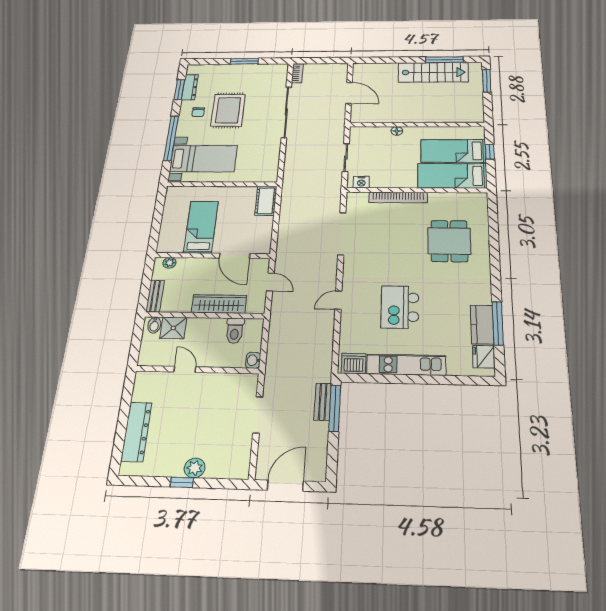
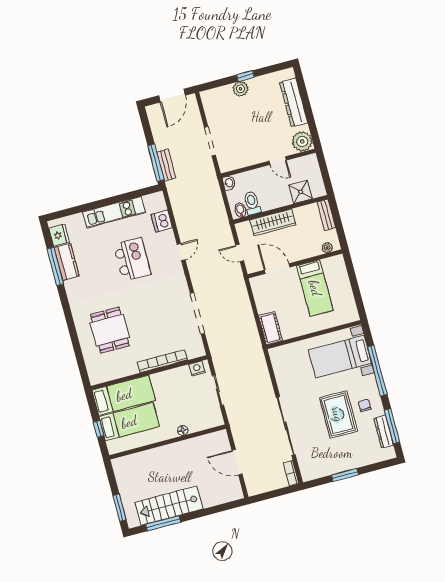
window: (179, 90) -> (392, 426), width x1.44
bidet: (154, 325) -> (240, 210), moved
dishwasher: (354, 364) -> (162, 221), moved, turned 90
plant: (146, 383) -> (302, 141), added

